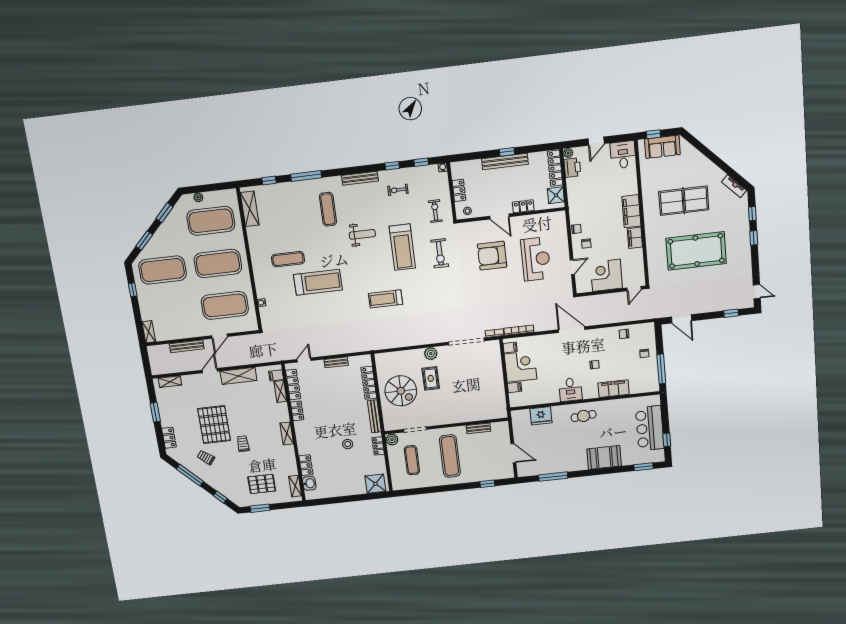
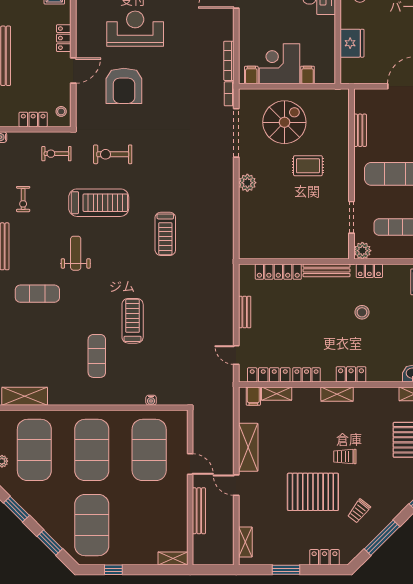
exercise bike: (440, 253) -> (113, 154), turned 180
treadmill: (318, 282) -> (133, 321), width x0.73, depth x0.73
rug: (431, 378) -> (308, 166), moved
spiral stairs: (401, 391) -> (284, 122), moved
locker: (306, 465) -> (351, 374), moved

